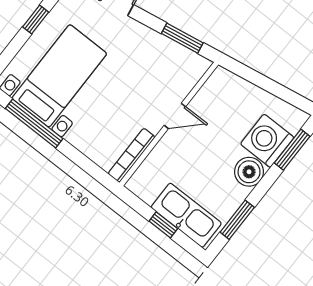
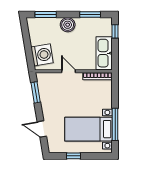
washing machine: (267, 141) -> (42, 55), moved, turned -100
kitchen sink: (186, 215) -> (104, 53), moved
window: (163, 225) -> (115, 31), moved

